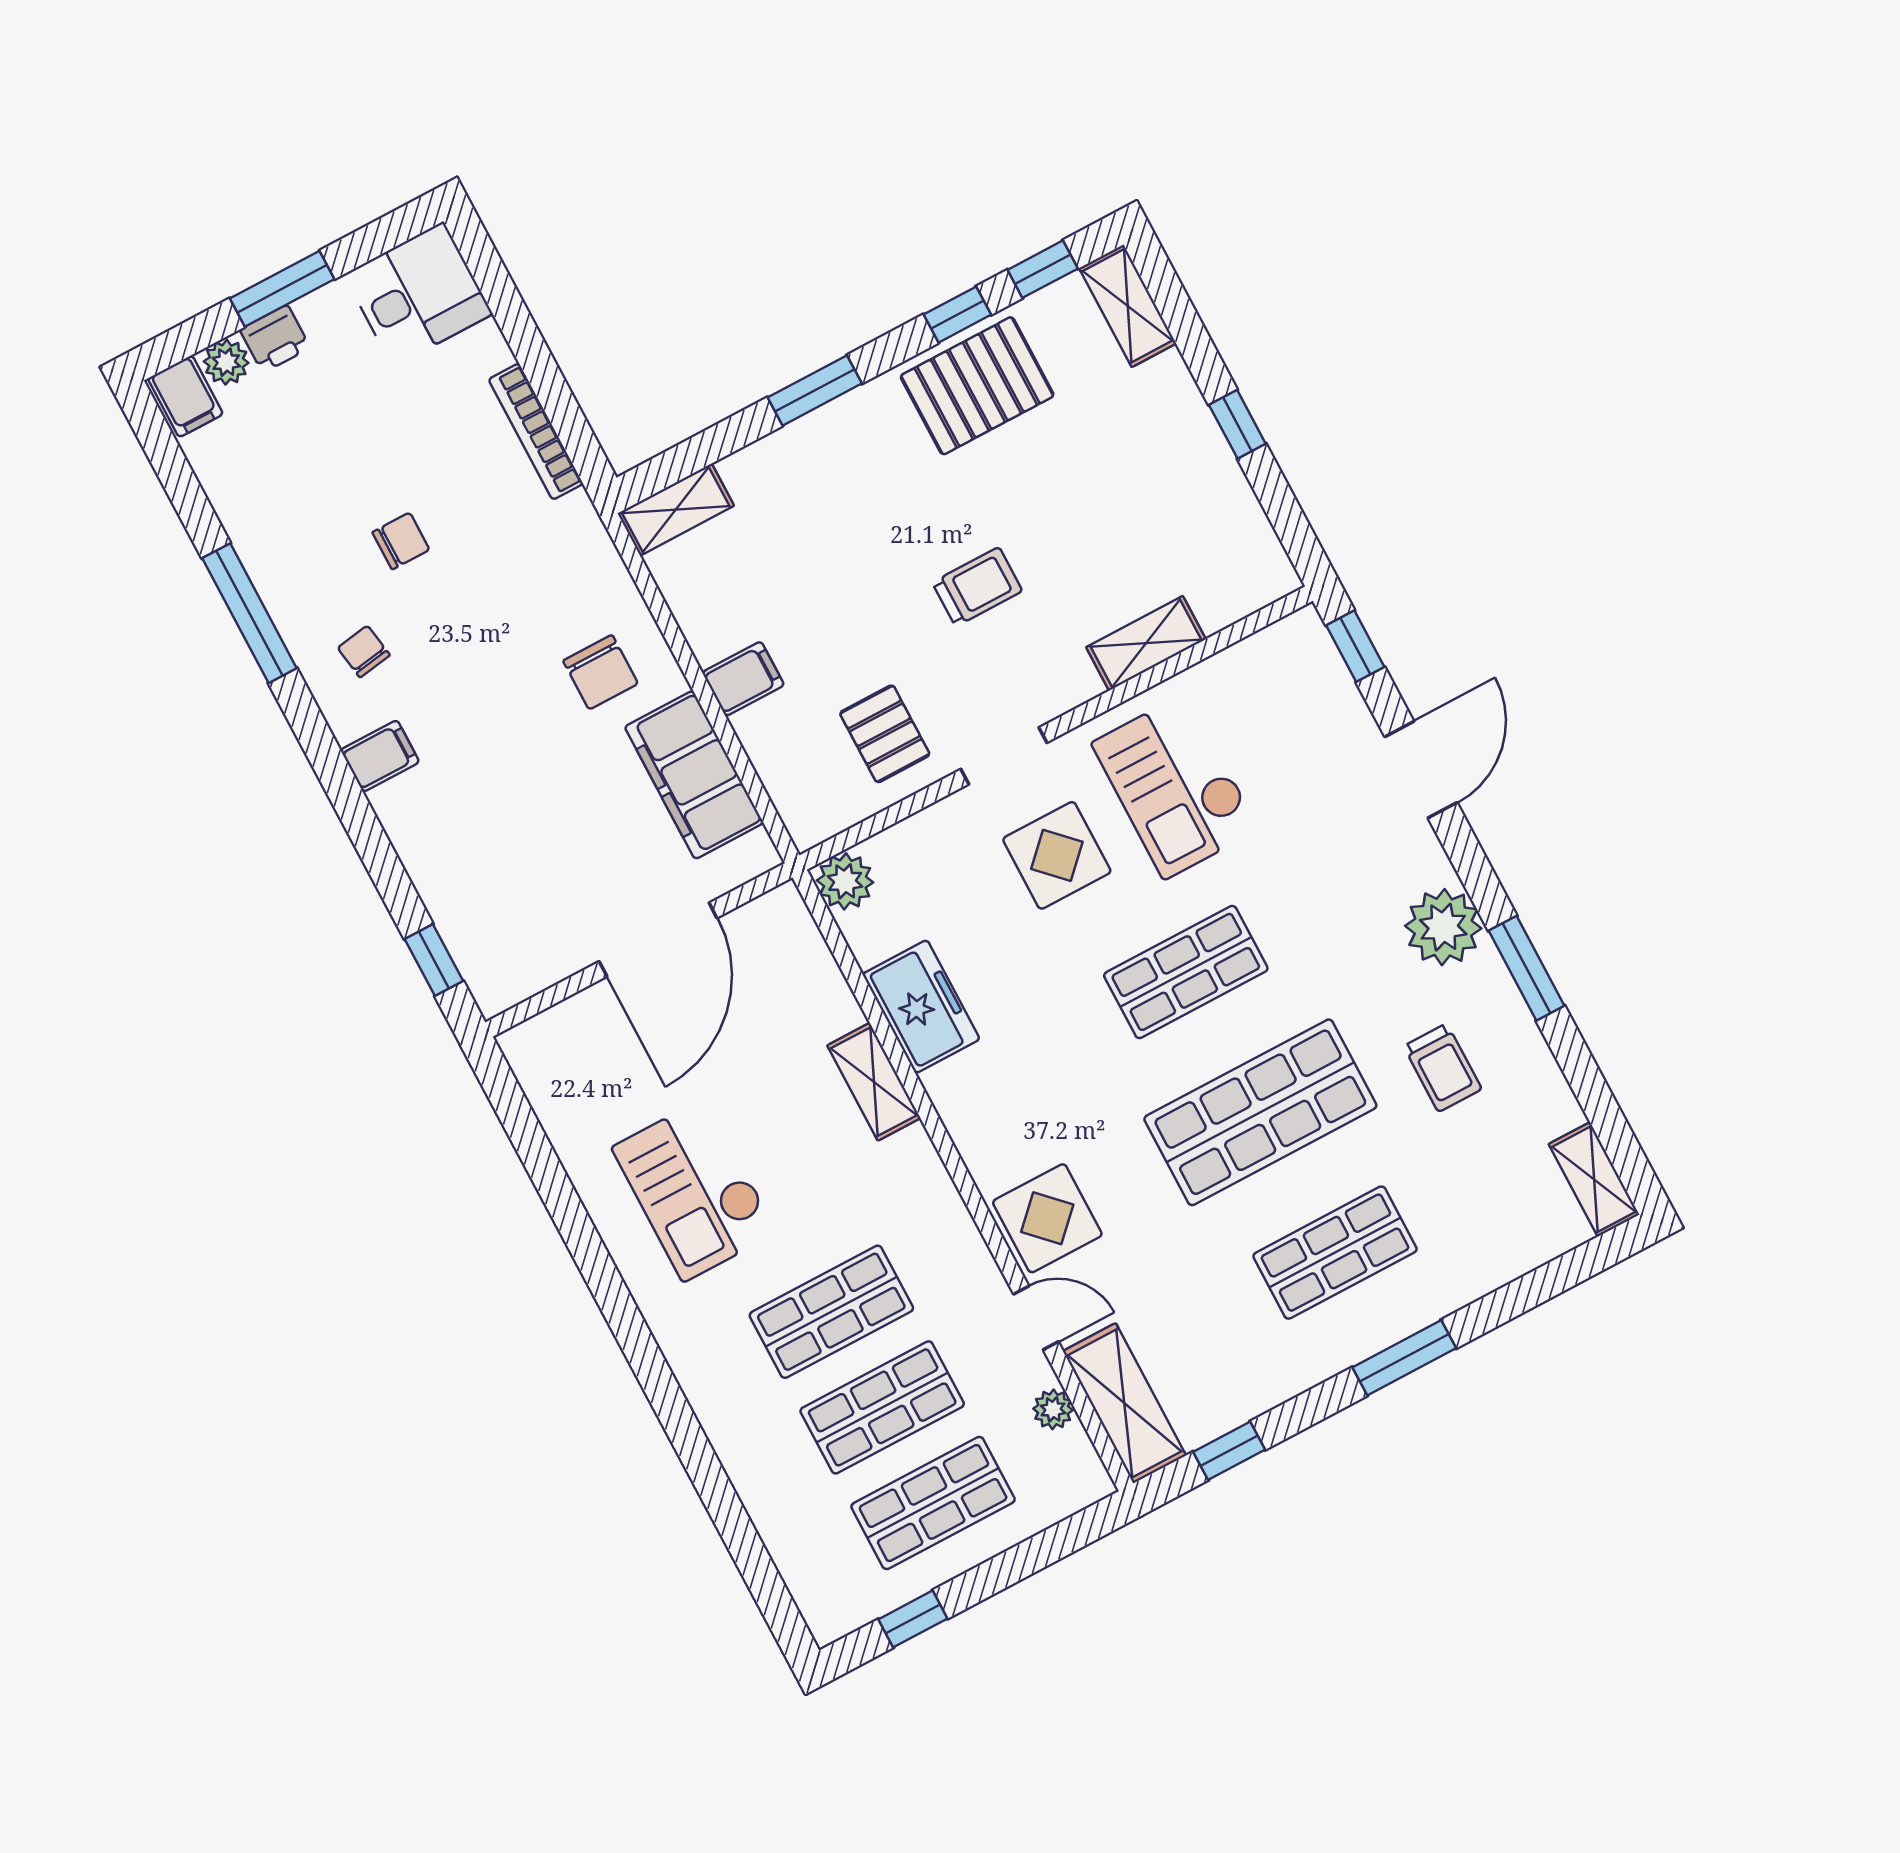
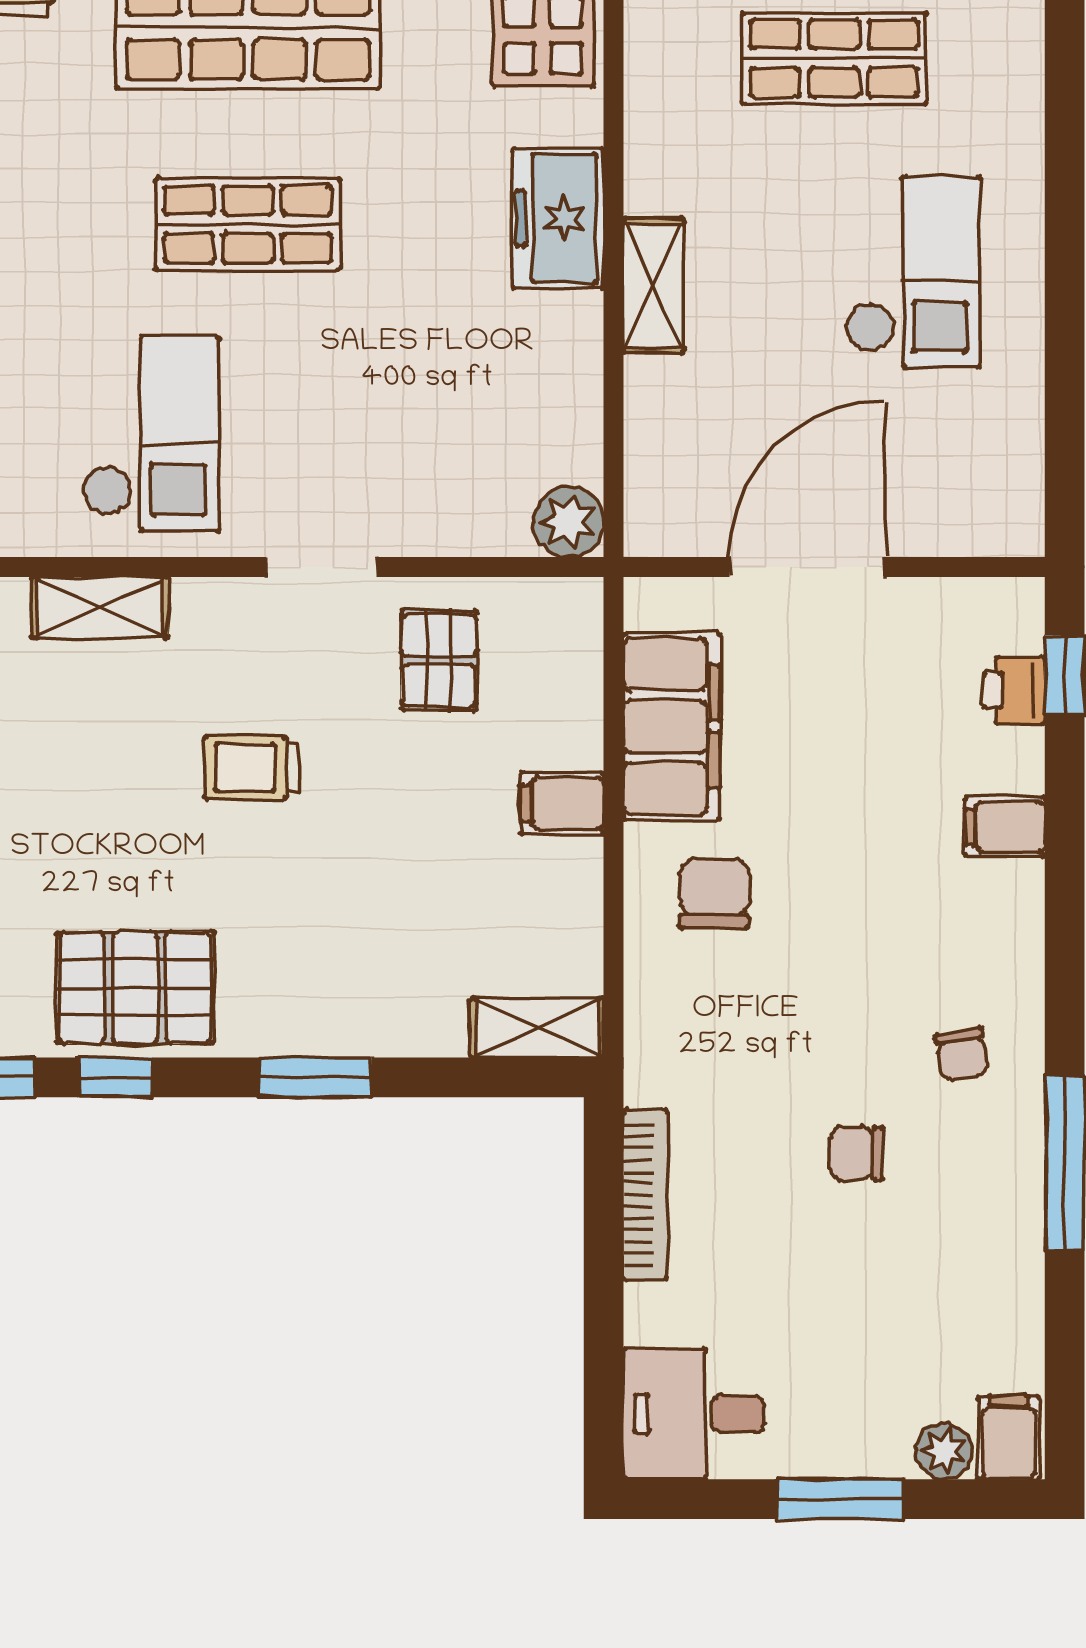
printer: (275, 339) -> (1014, 690), moved, turned -90
filing cabinet: (380, 756) -> (1005, 827), moved
display table: (1057, 855) -> (321, 427), removed
freezer: (921, 1007) -> (558, 218), moved

